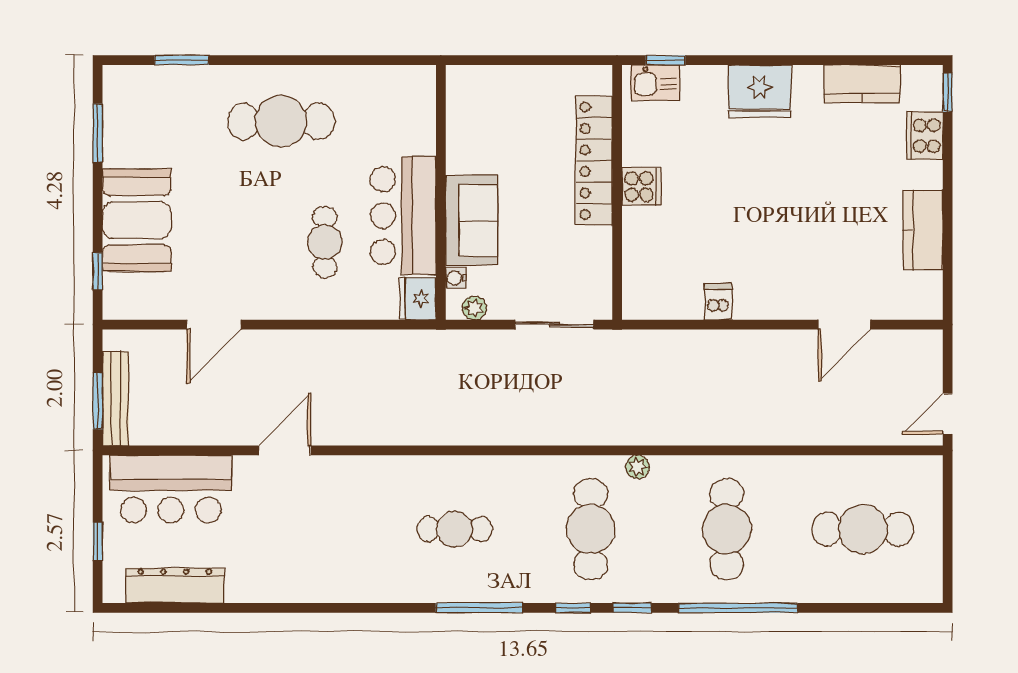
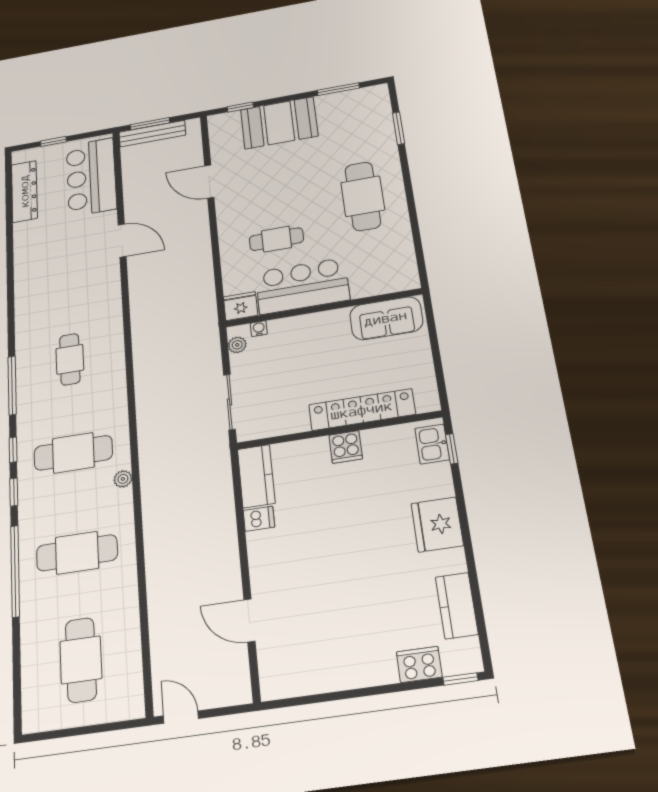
sofa: (472, 220) -> (386, 318), moved
kitchen counter: (923, 230) -> (256, 476), moved, turned 90

